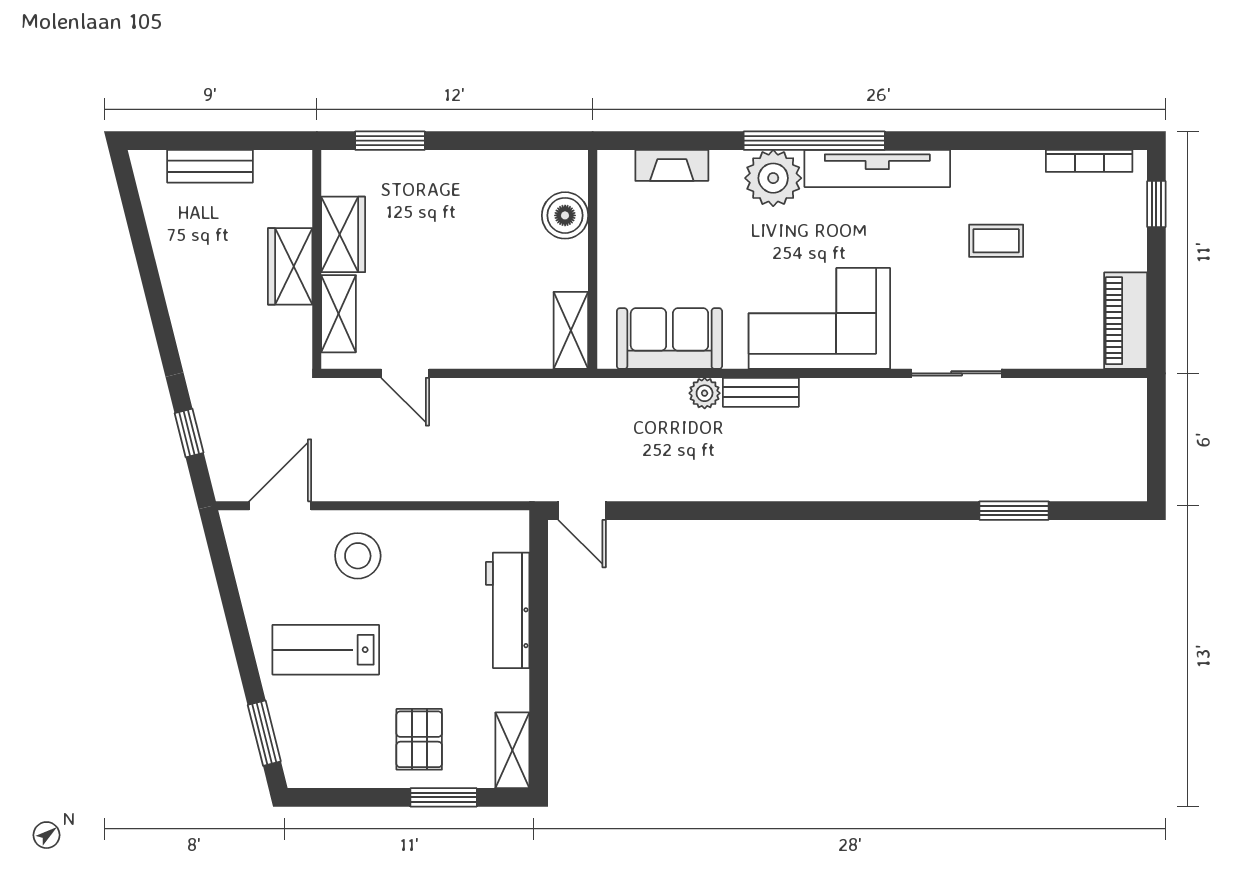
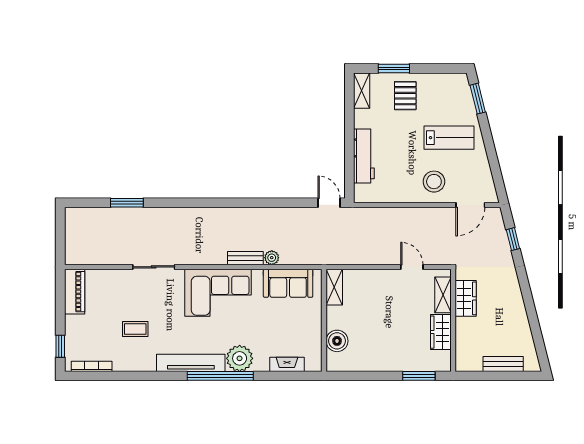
wardrobe: (290, 266) -> (466, 298), moved

